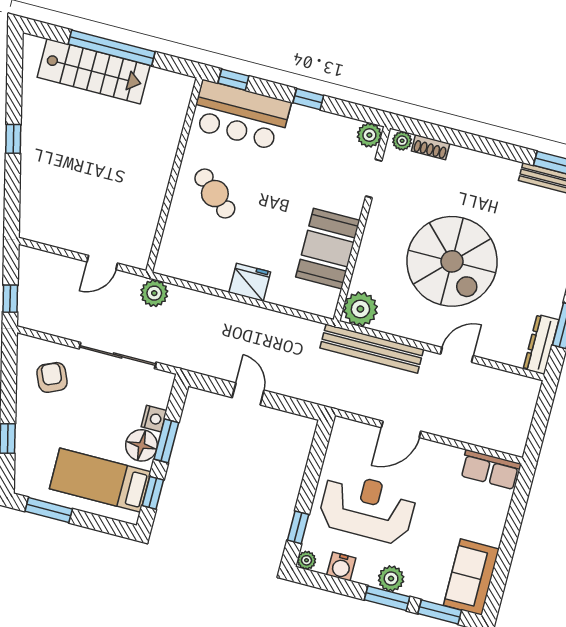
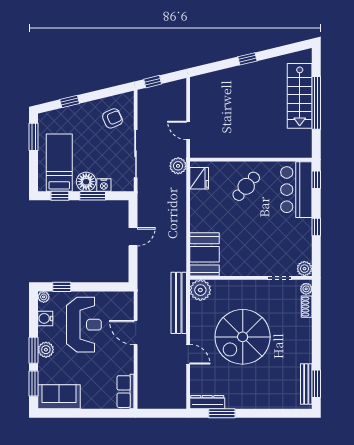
booth: (328, 249) -> (204, 254), moved, turned 90
fridge: (250, 282) -> (199, 178), moved

